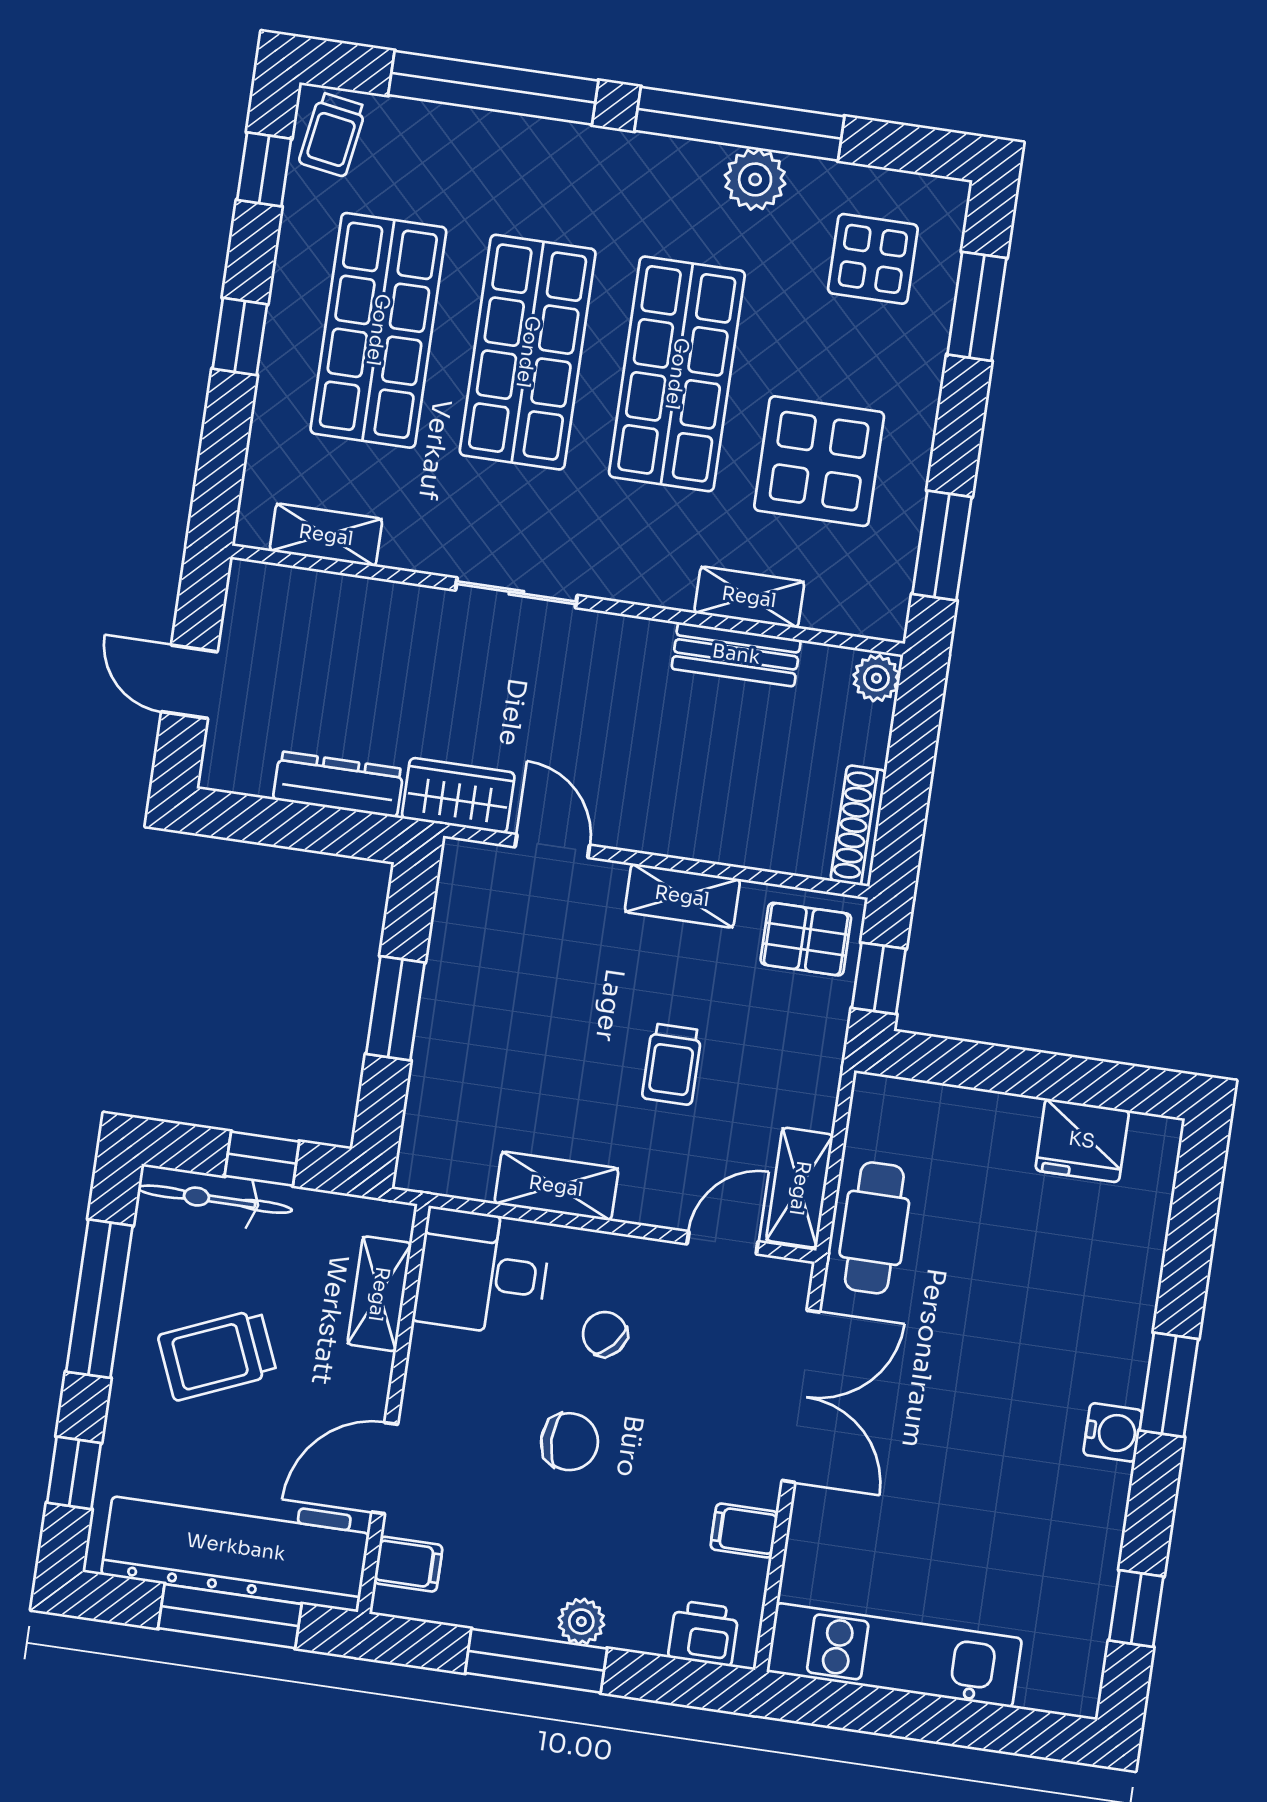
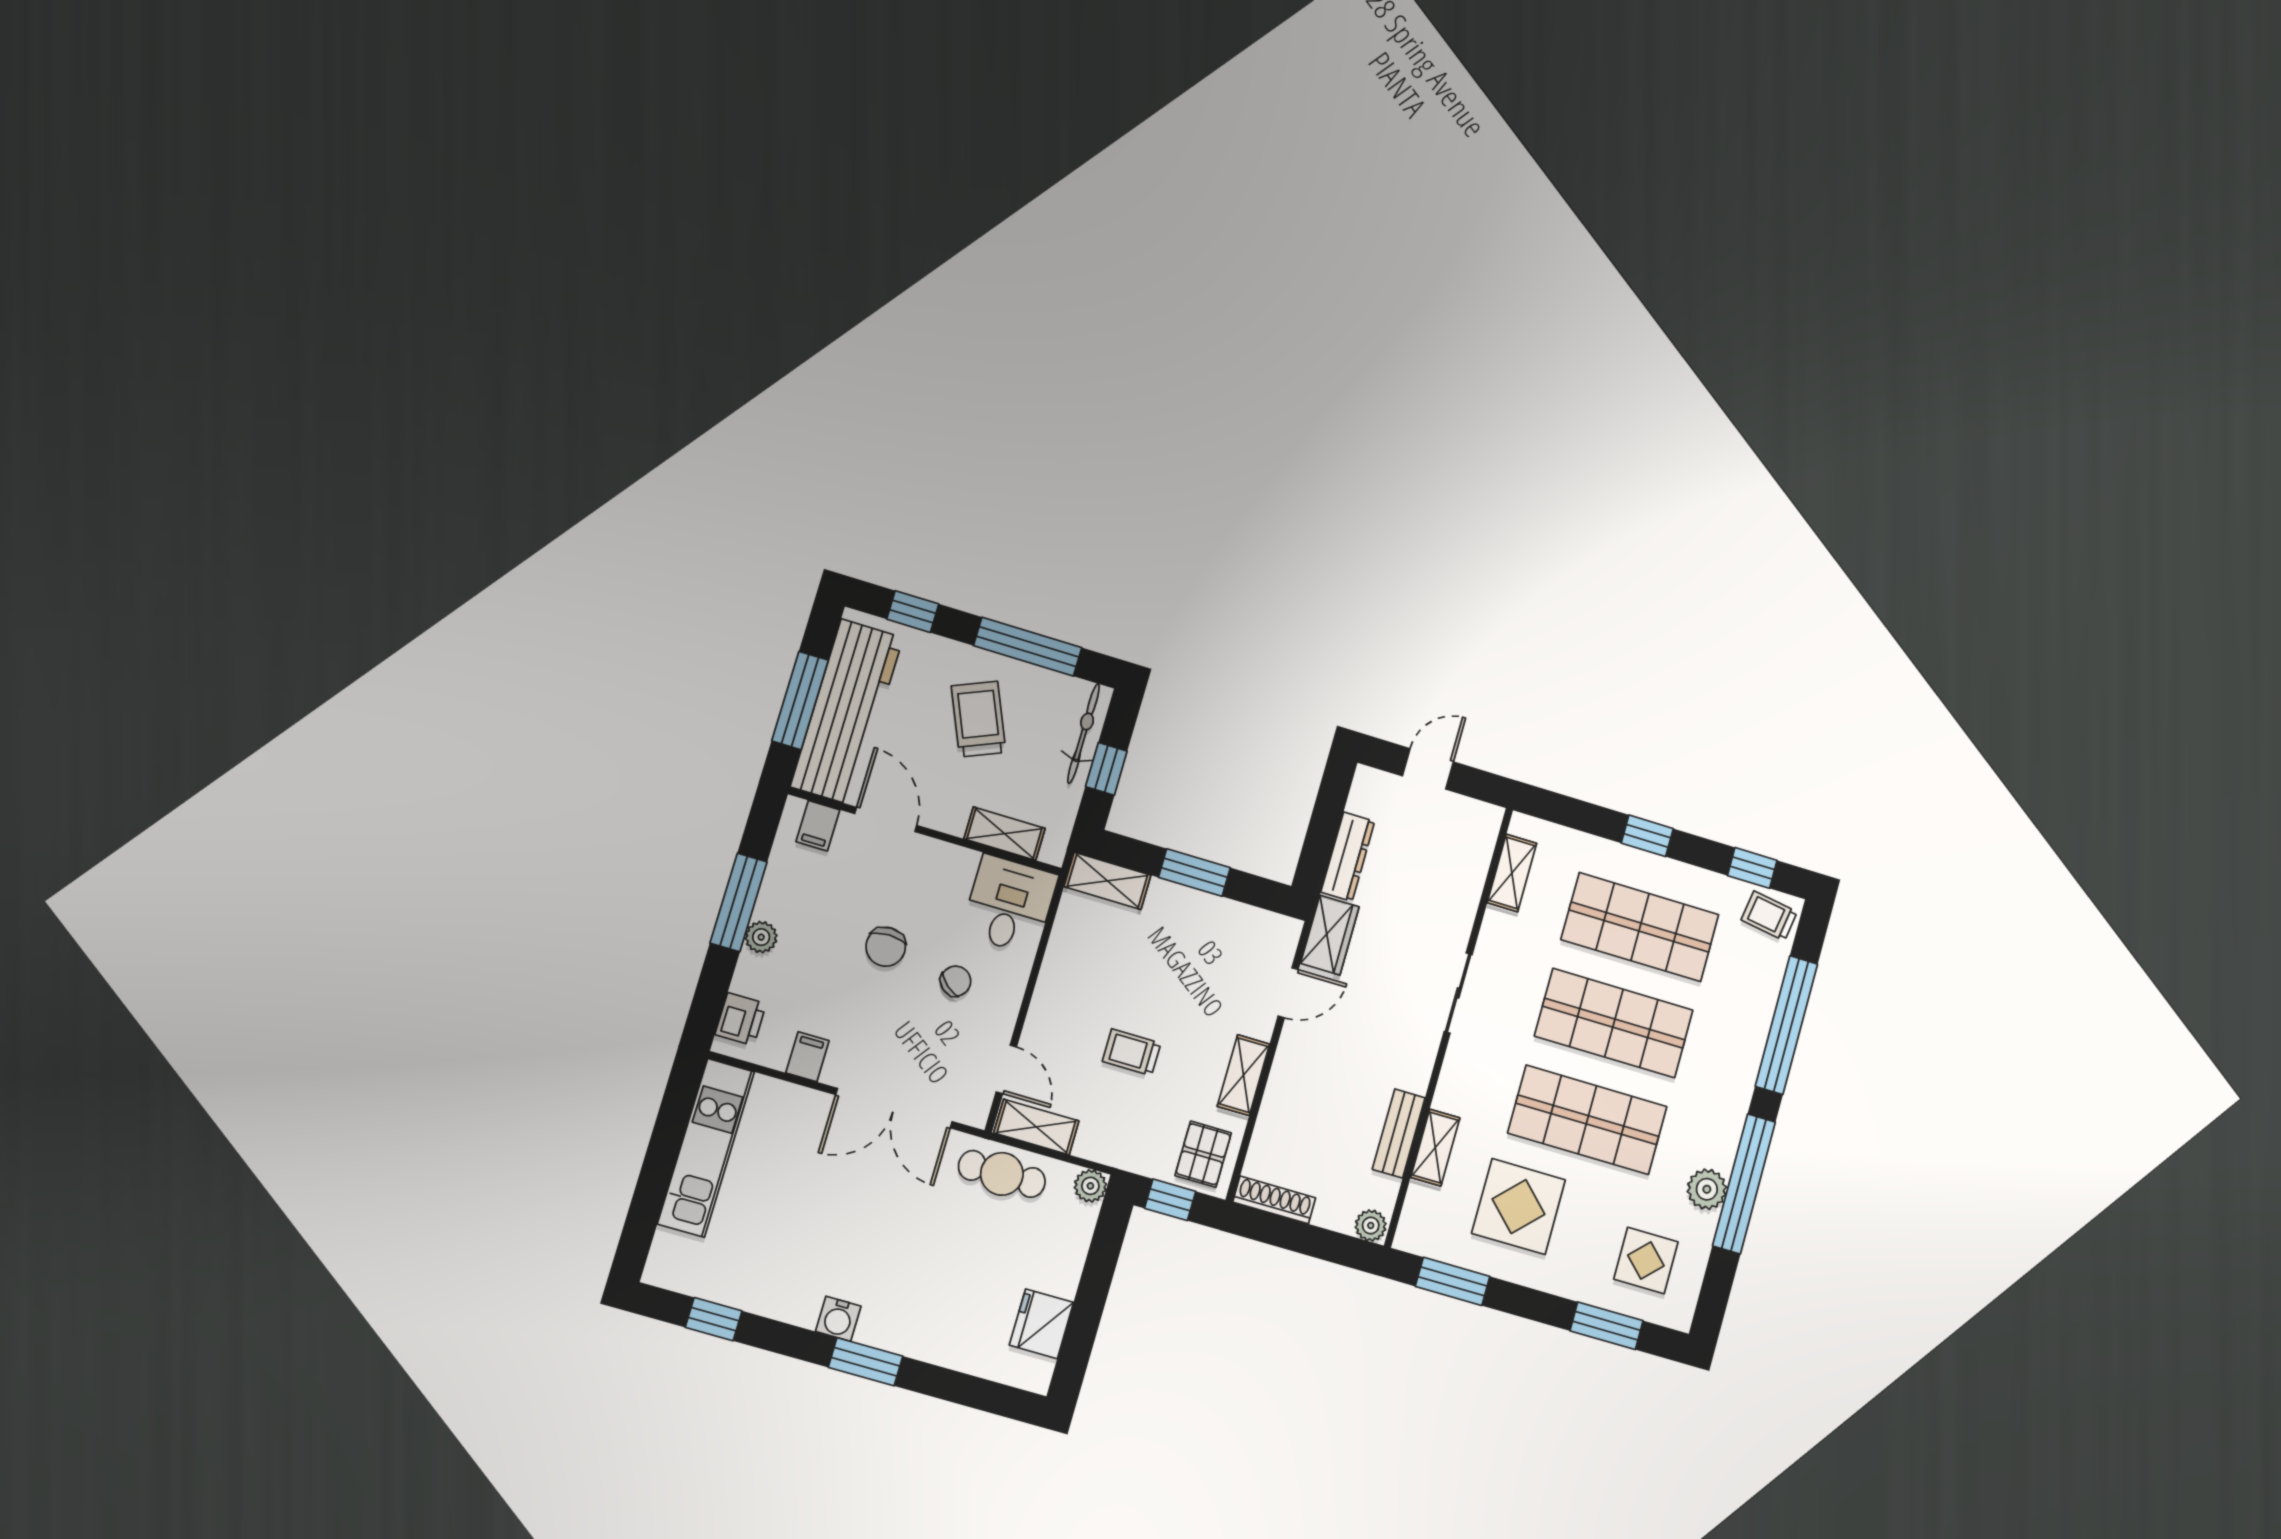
plant: (874, 1097) -> (1090, 1186), added
shelving: (556, 1186) -> (1107, 881), moved, turned 90

